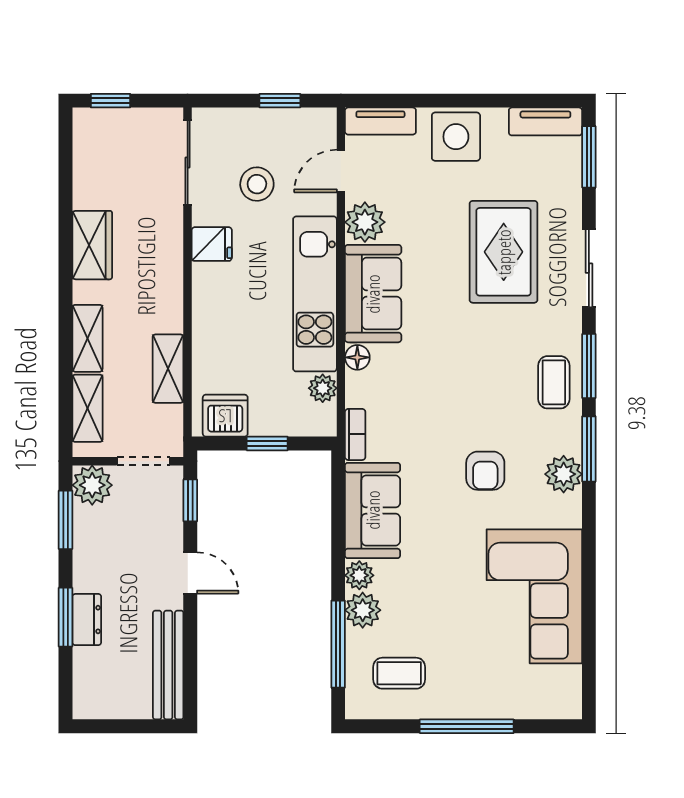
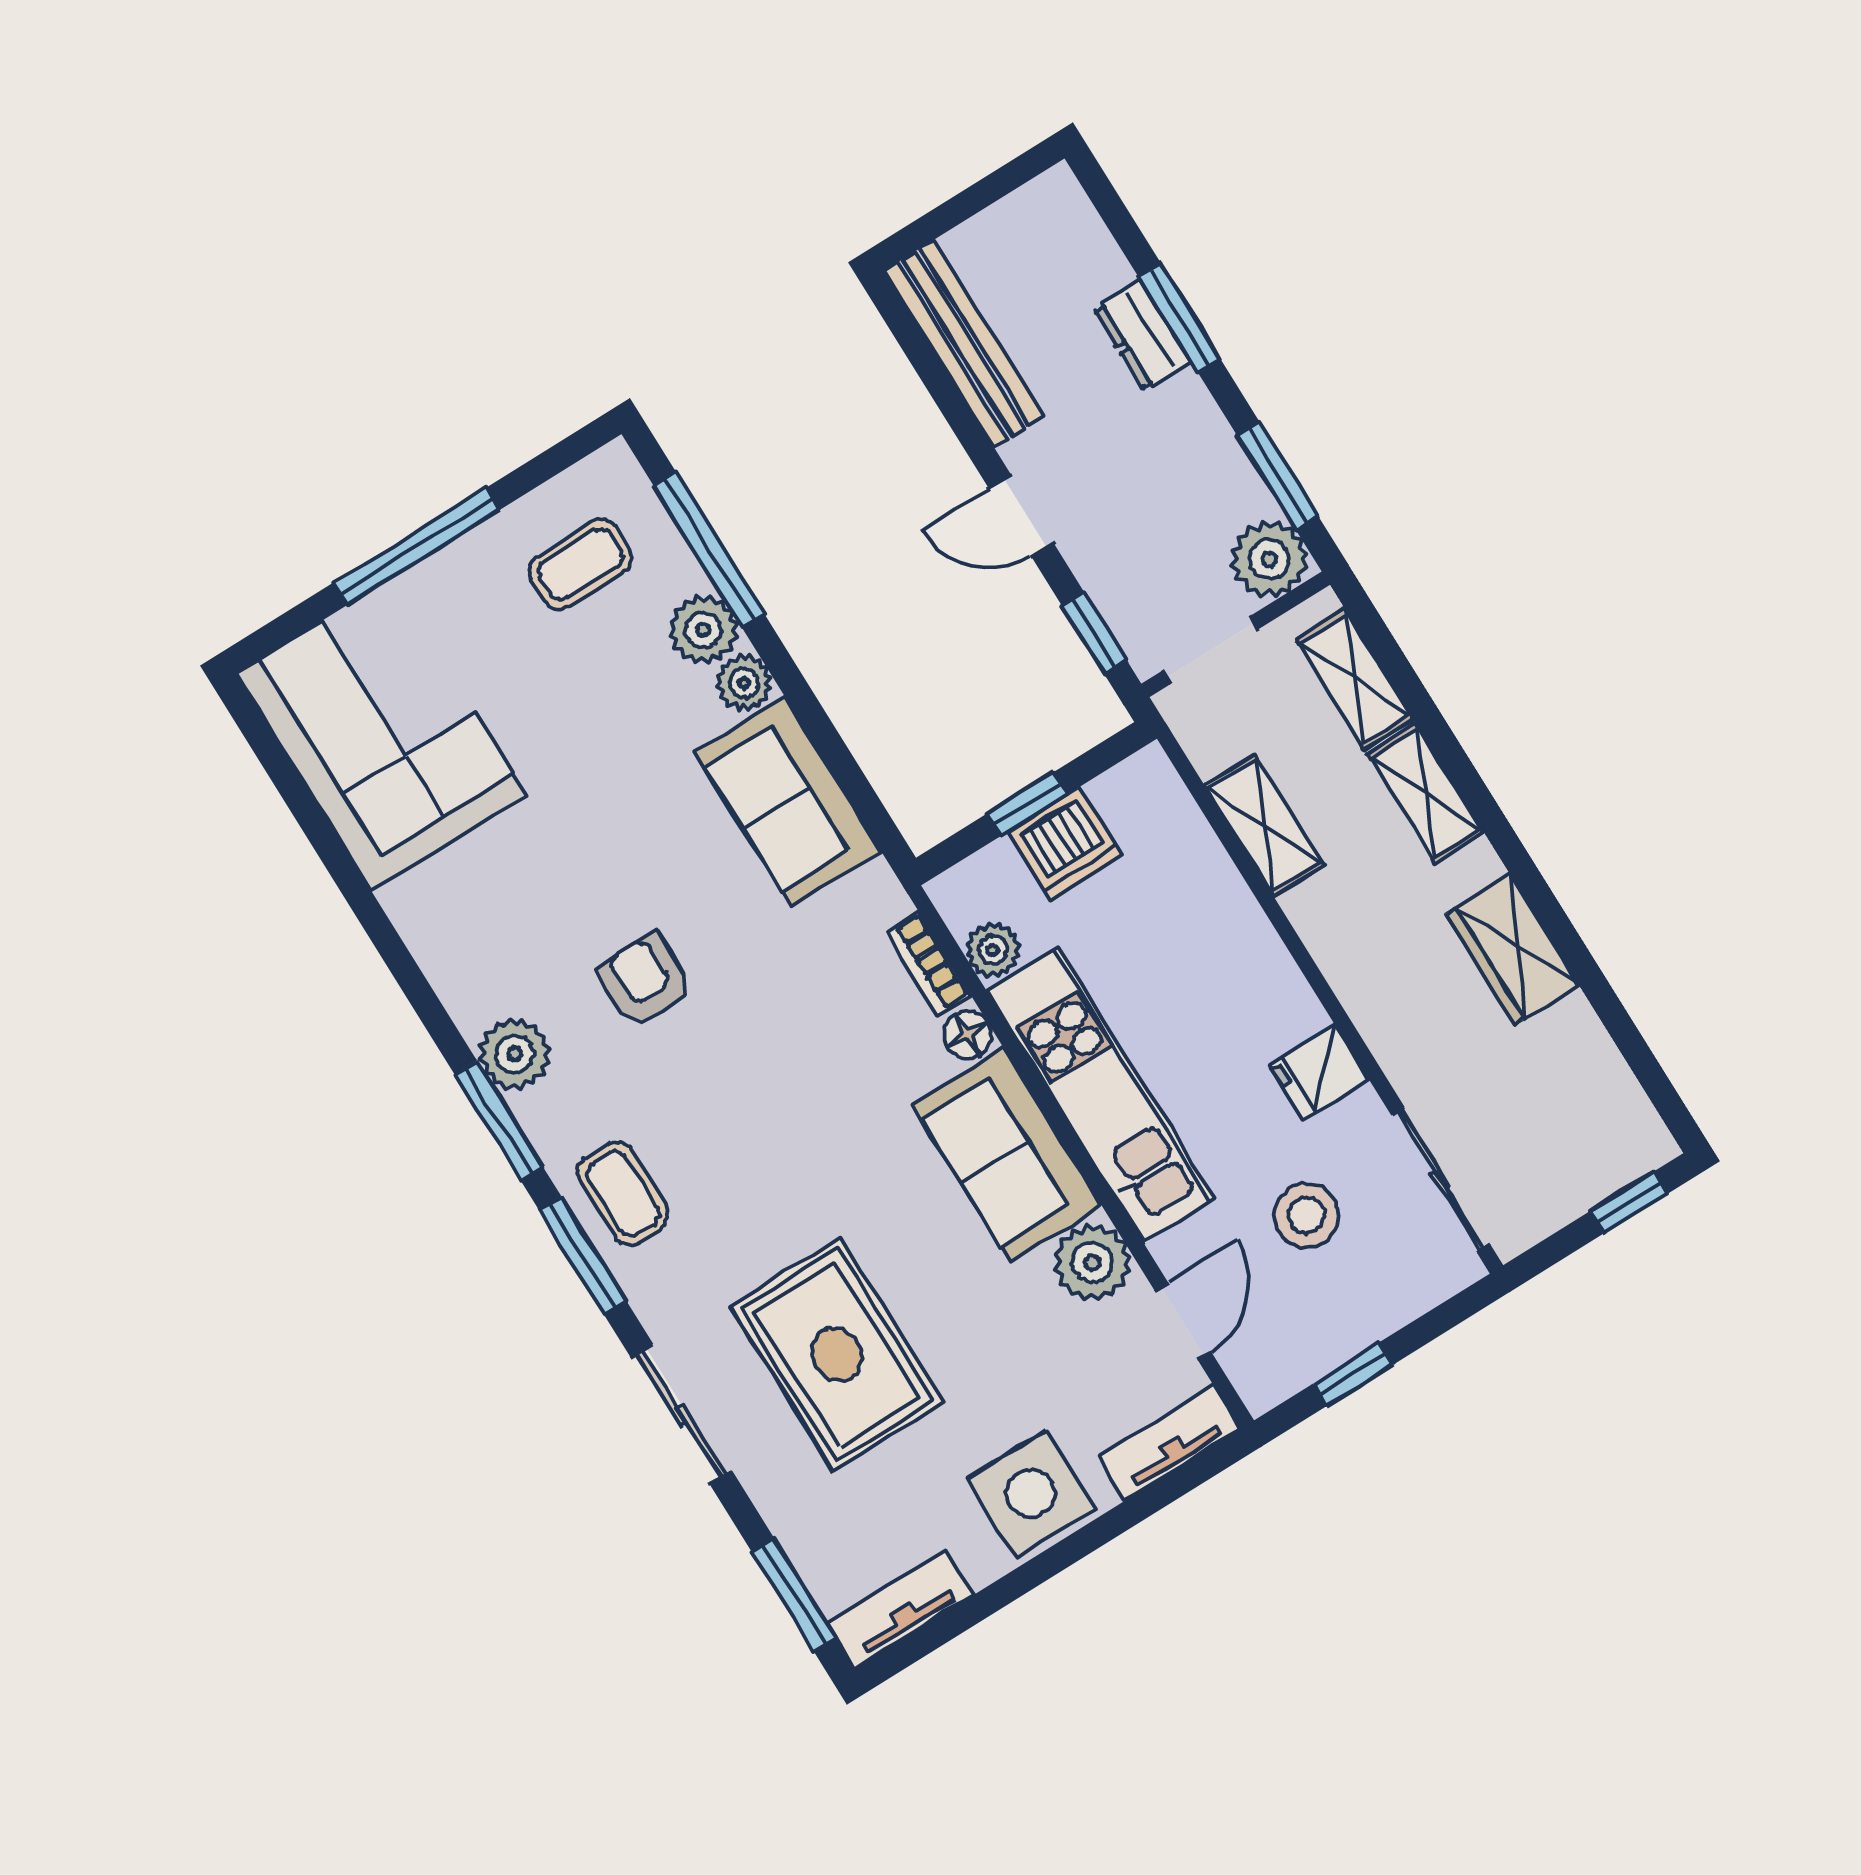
dishwasher: (225, 416) -> (1065, 843), moved
bookcase: (355, 434) -> (928, 964), moved
corner sofa: (534, 596) -> (382, 734), moved

